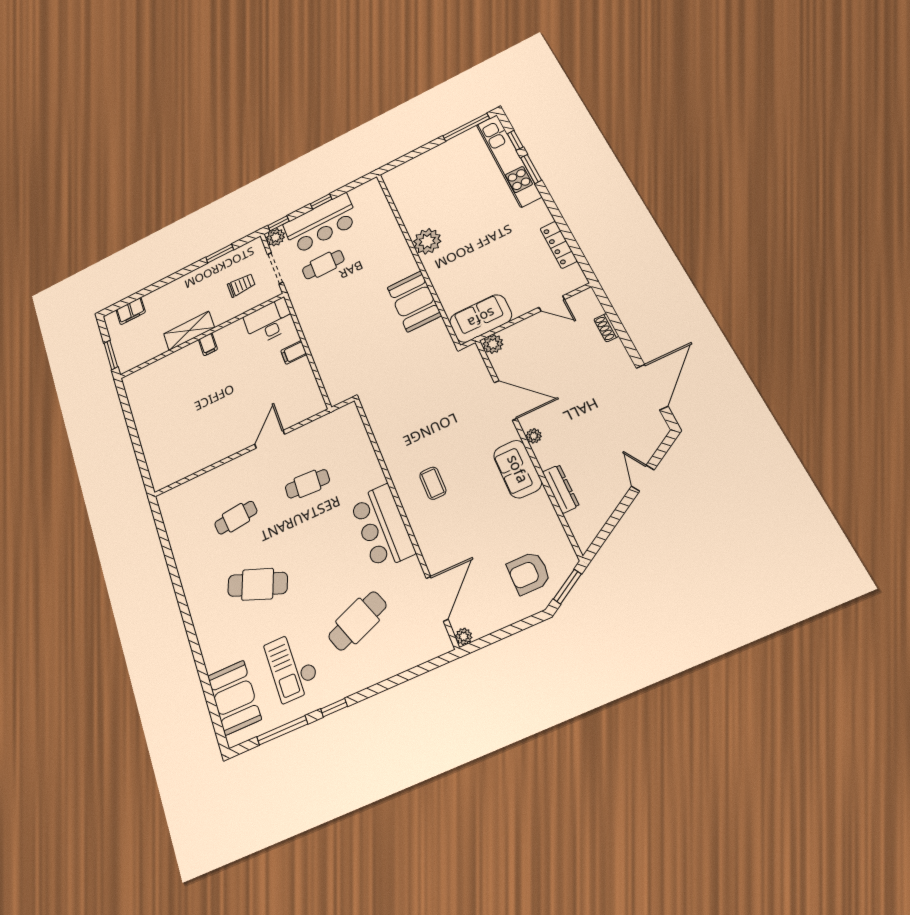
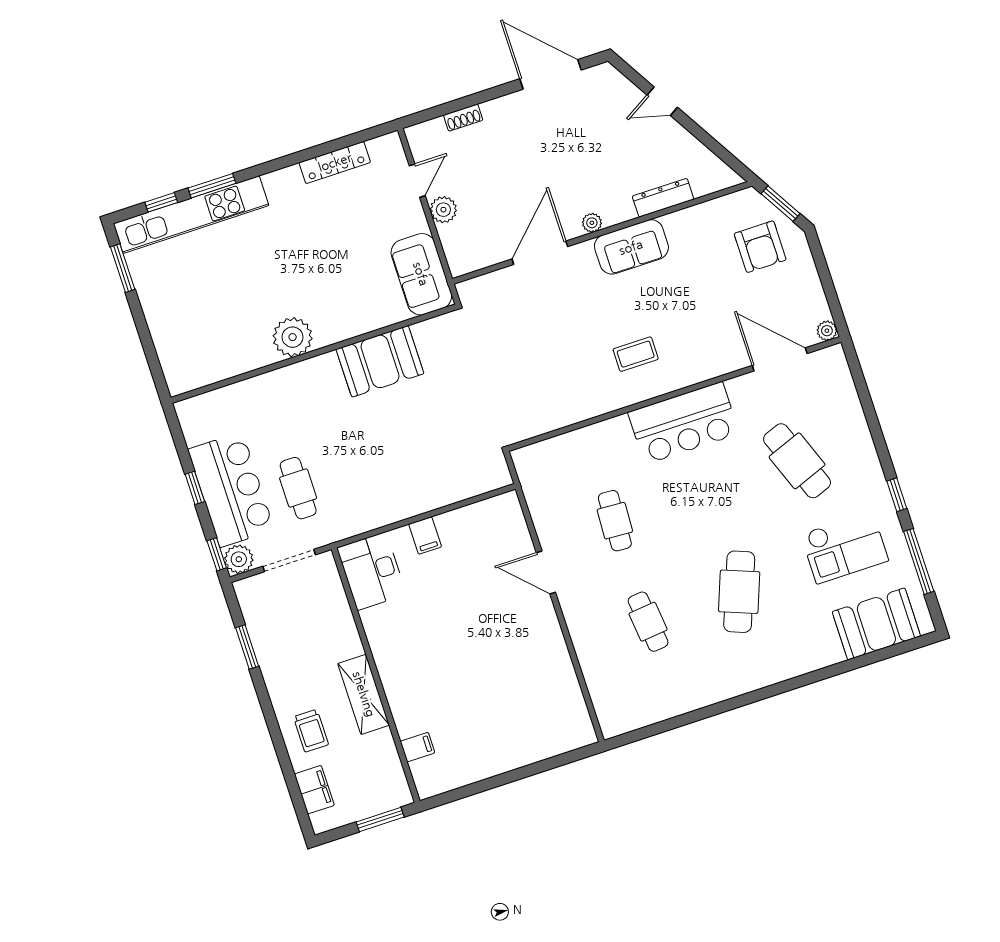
window: (466, 127) -> (123, 268), width x0.69
trolley: (241, 285) -> (311, 731), moved, turned 180
filing cabinet: (208, 344) -> (417, 747), moved
plant: (493, 344) -> (443, 210), moved

